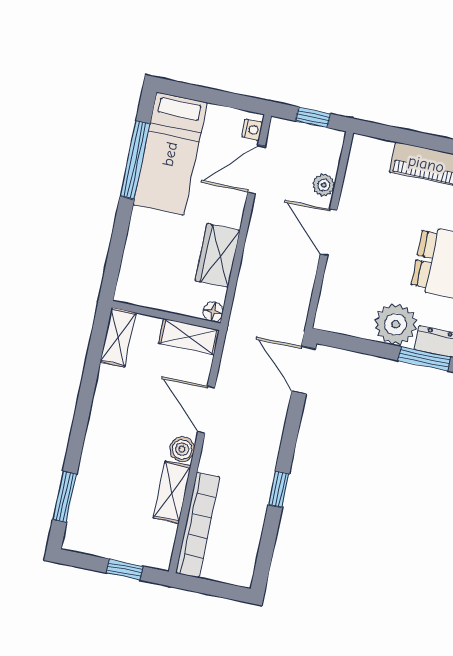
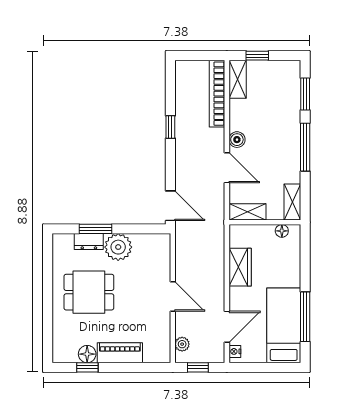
plant: (324, 185) -> (182, 344), moved
floor lamp: (213, 312) -> (282, 231), moved
window: (81, 416) -> (305, 147), added
shelving: (172, 492) -> (238, 79), moved

